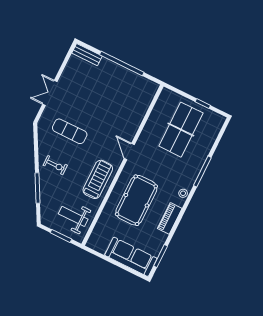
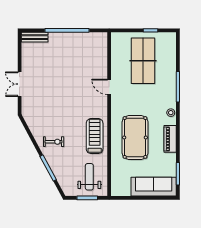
exercise mat: (70, 131) -> (52, 108), removed
door: (129, 151) -> (109, 87), moved
weight bench: (73, 216) -> (89, 177), turned 90

